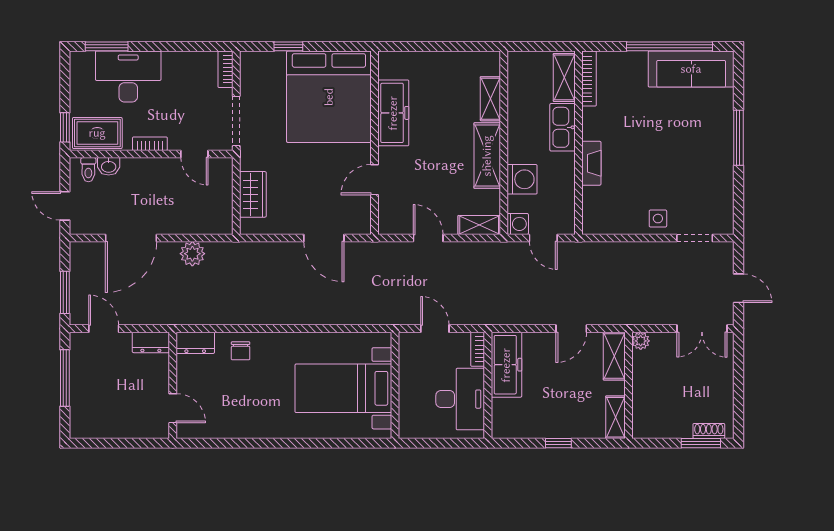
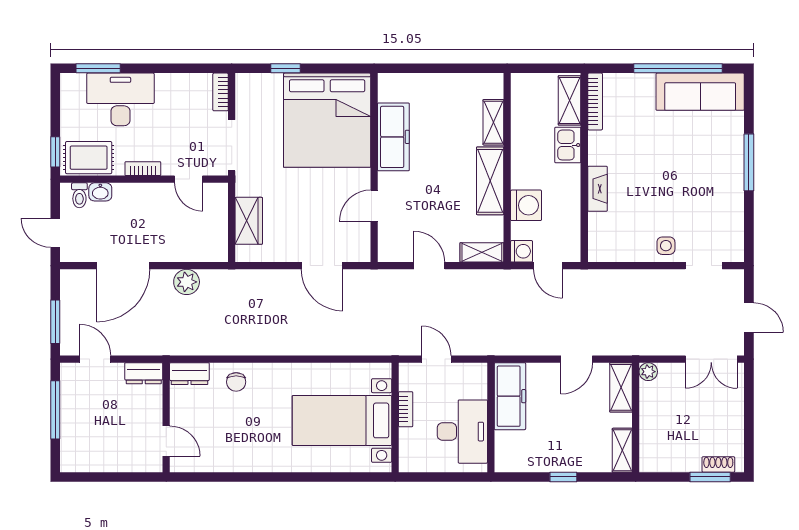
kitchen sink: (563, 127) -> (568, 145), width x0.73
bookcase: (478, 349) -> (406, 409), moved, turned 180

